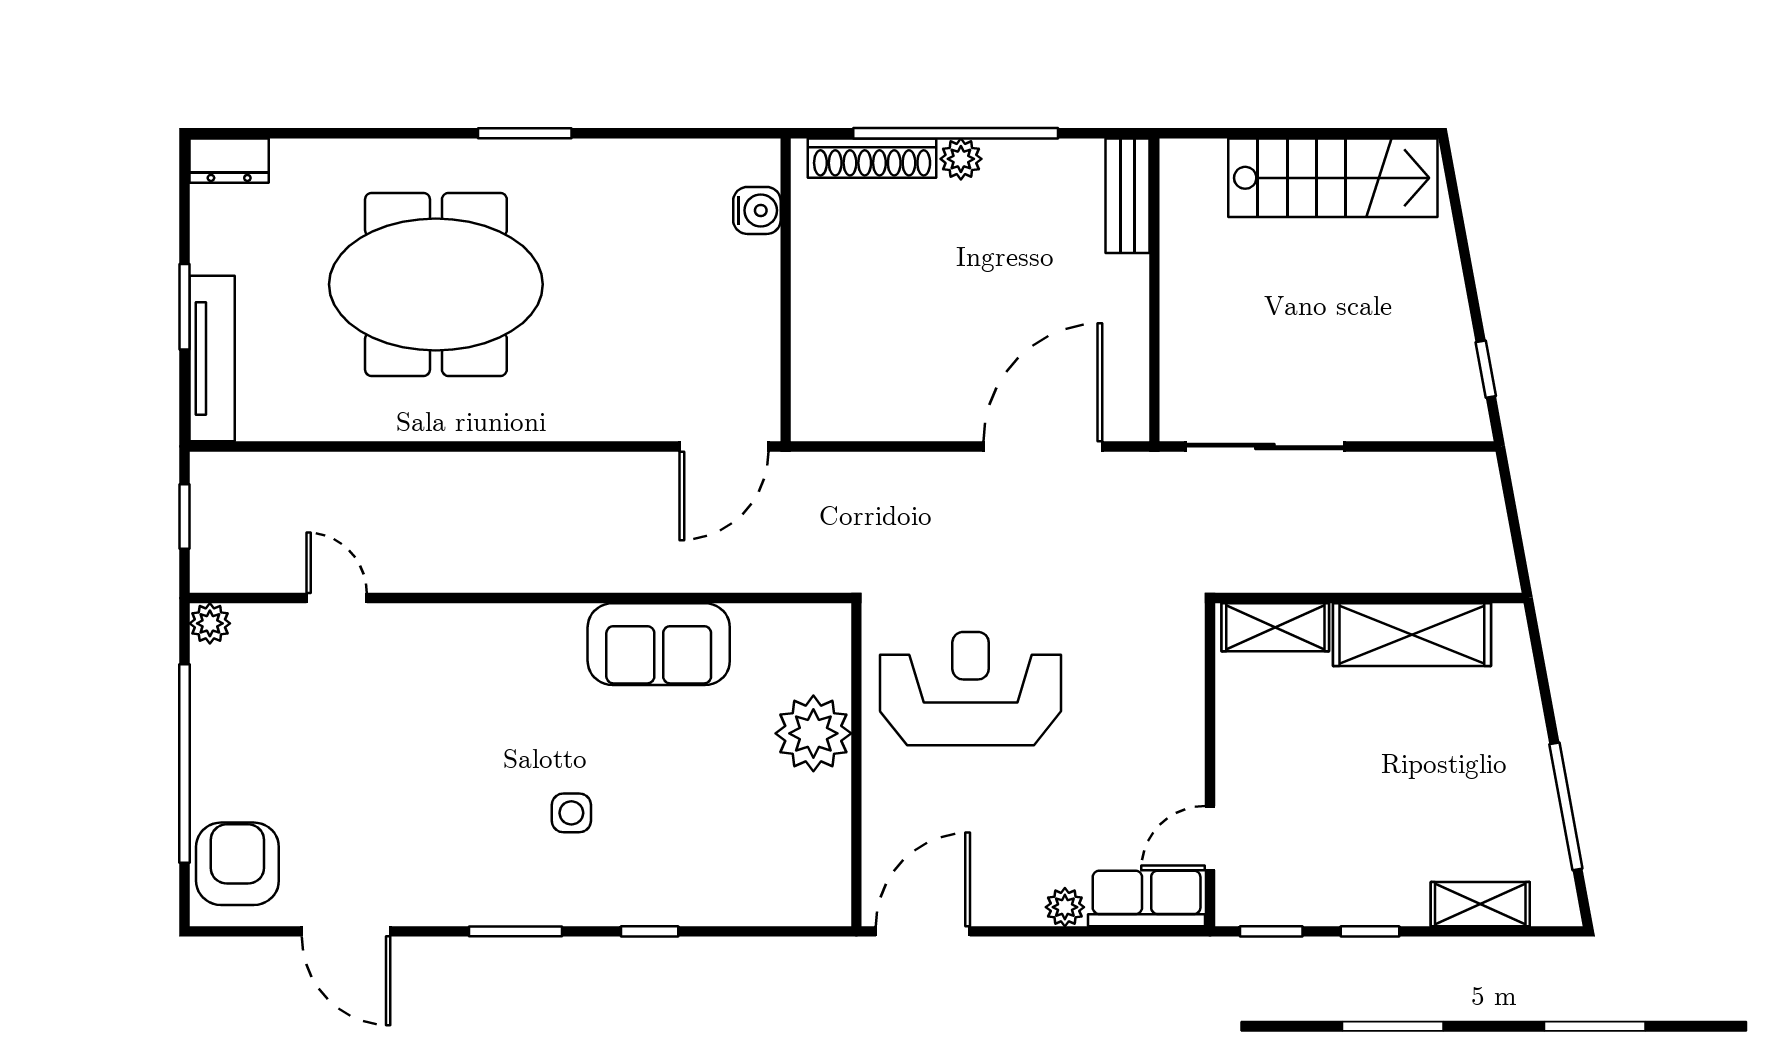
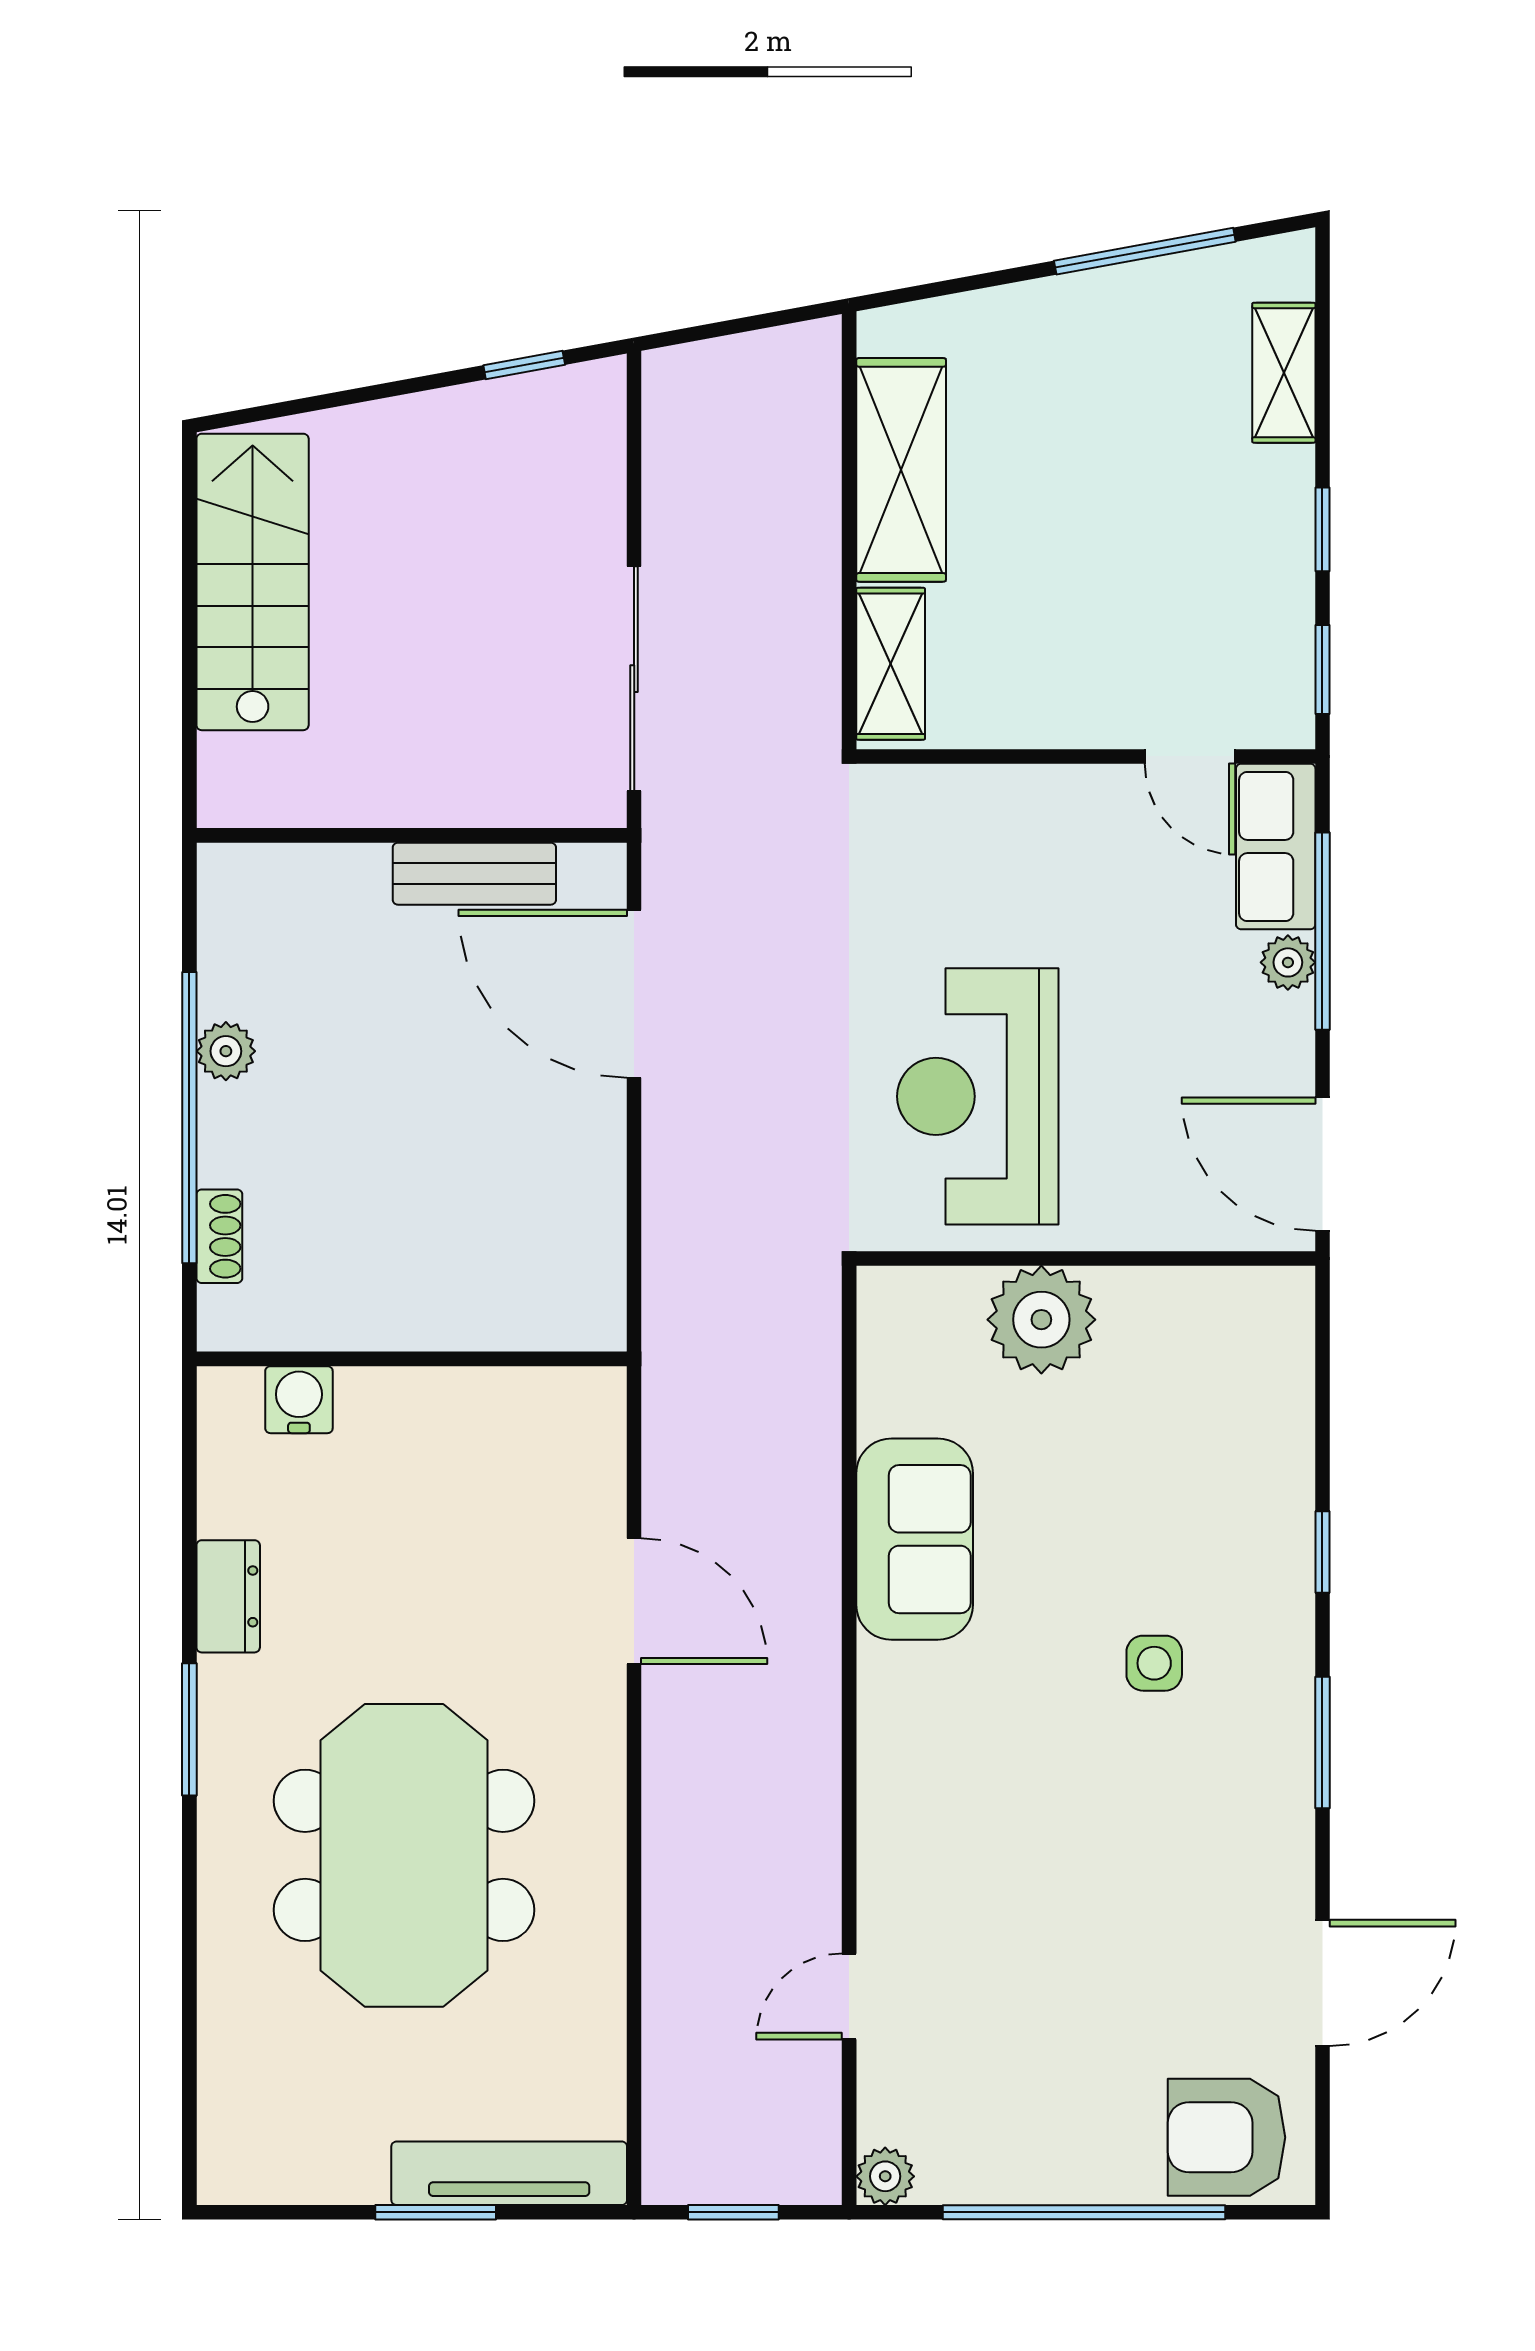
shoe rack: (872, 158) -> (219, 1236), width x0.51, depth x0.81
plant: (961, 159) -> (226, 1051), moved
dresser: (229, 161) -> (228, 1596), moved
bench: (1127, 196) -> (474, 874), moved
door: (724, 446) -> (634, 1601), moved
window: (1087, 931) -> (1322, 931), added

